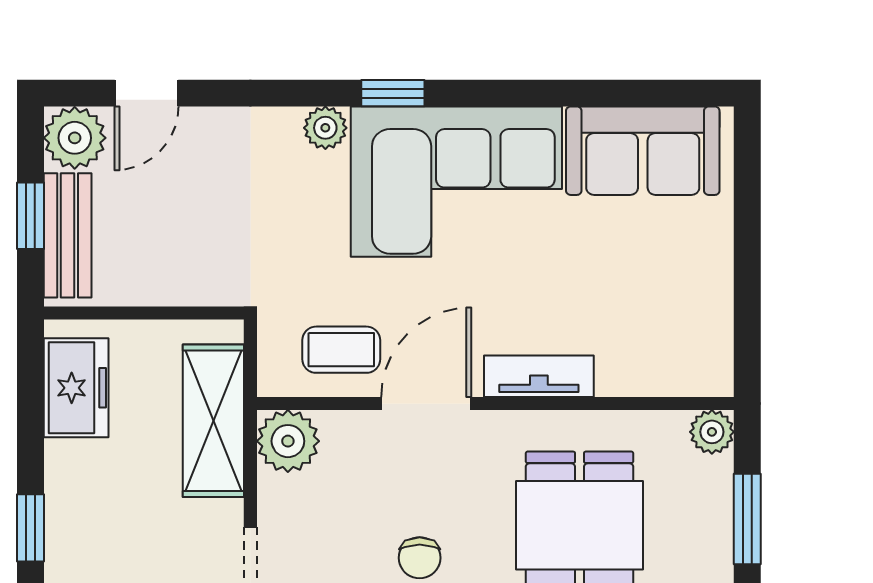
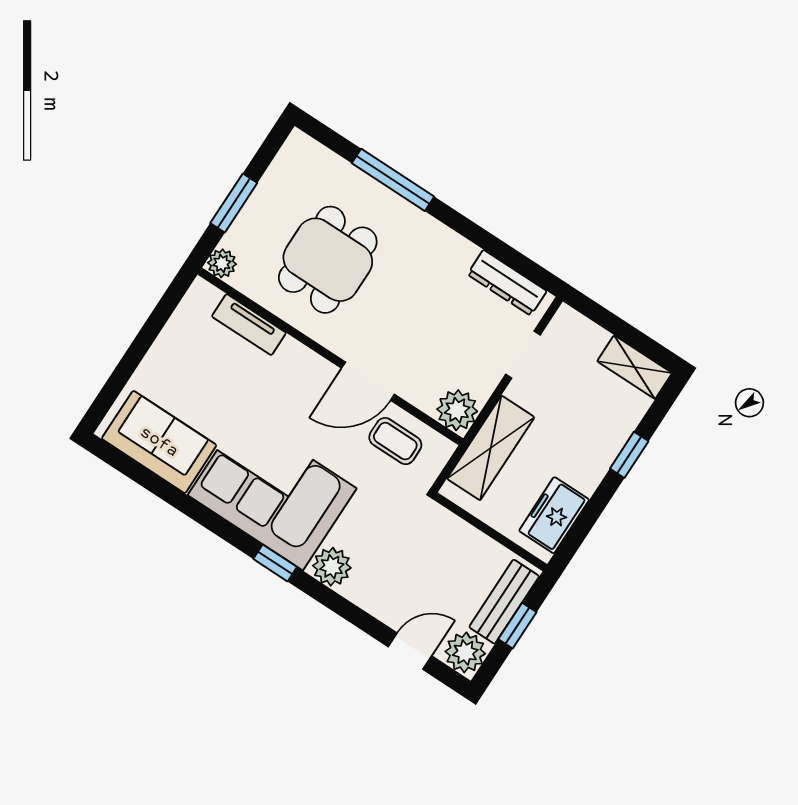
plant: (325, 128) -> (332, 567), width x1.38, depth x1.38
tv unit: (539, 376) -> (249, 325), moved
chair: (420, 558) -> (427, 299), removed

